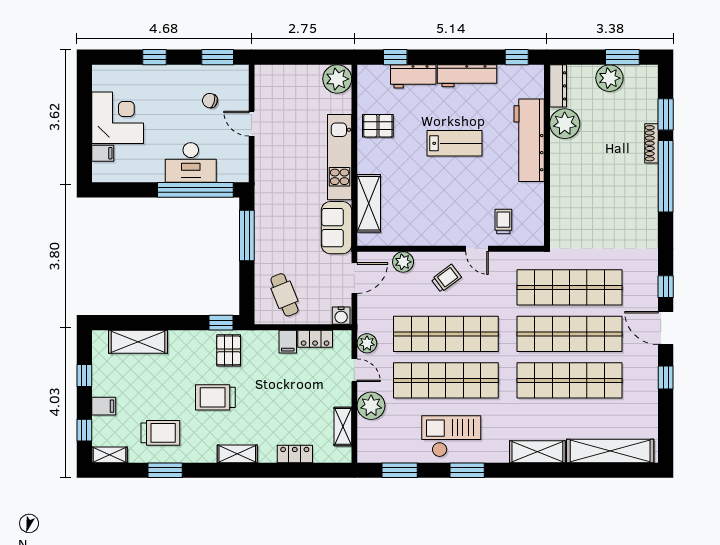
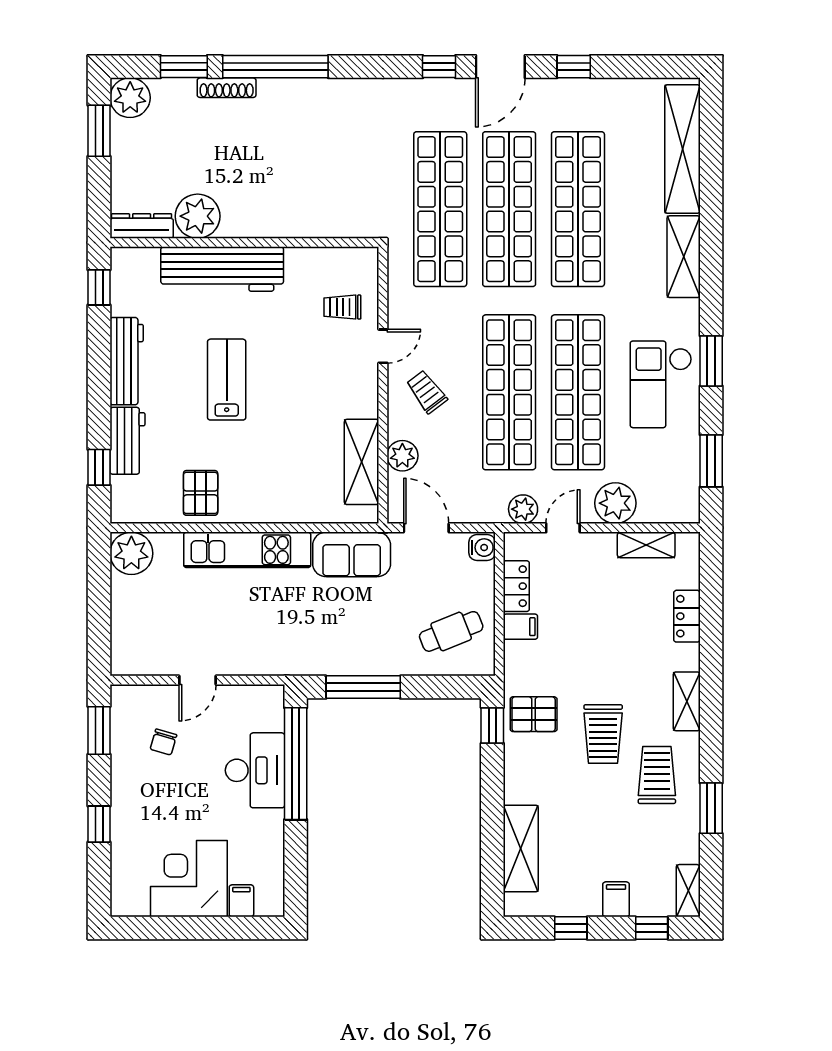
plant: (609, 78) -> (130, 98), moved
shelving: (369, 203) -> (362, 462), moved, turned 90
trolley: (160, 433) -> (657, 775), moved

